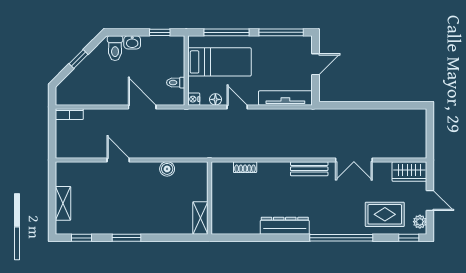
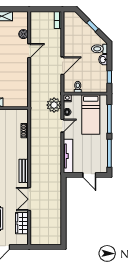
plant: (204, 120) -> (54, 105), added
boiler: (167, 169) -> (23, 34), moved
wardrobe: (409, 172) -> (22, 223), moved

